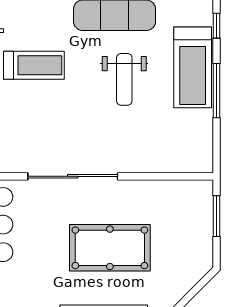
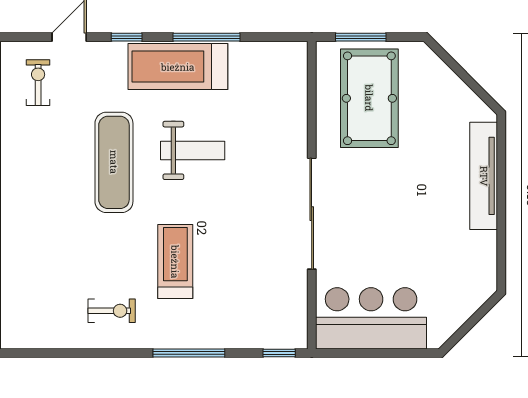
treadmill: (193, 67) -> (178, 67), turned 180
pool table: (110, 248) -> (369, 98), moved

